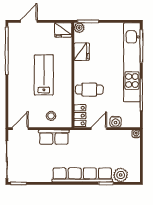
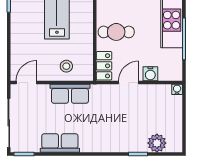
row of seats: (82, 175) -> (60, 143), moved, width x0.50

